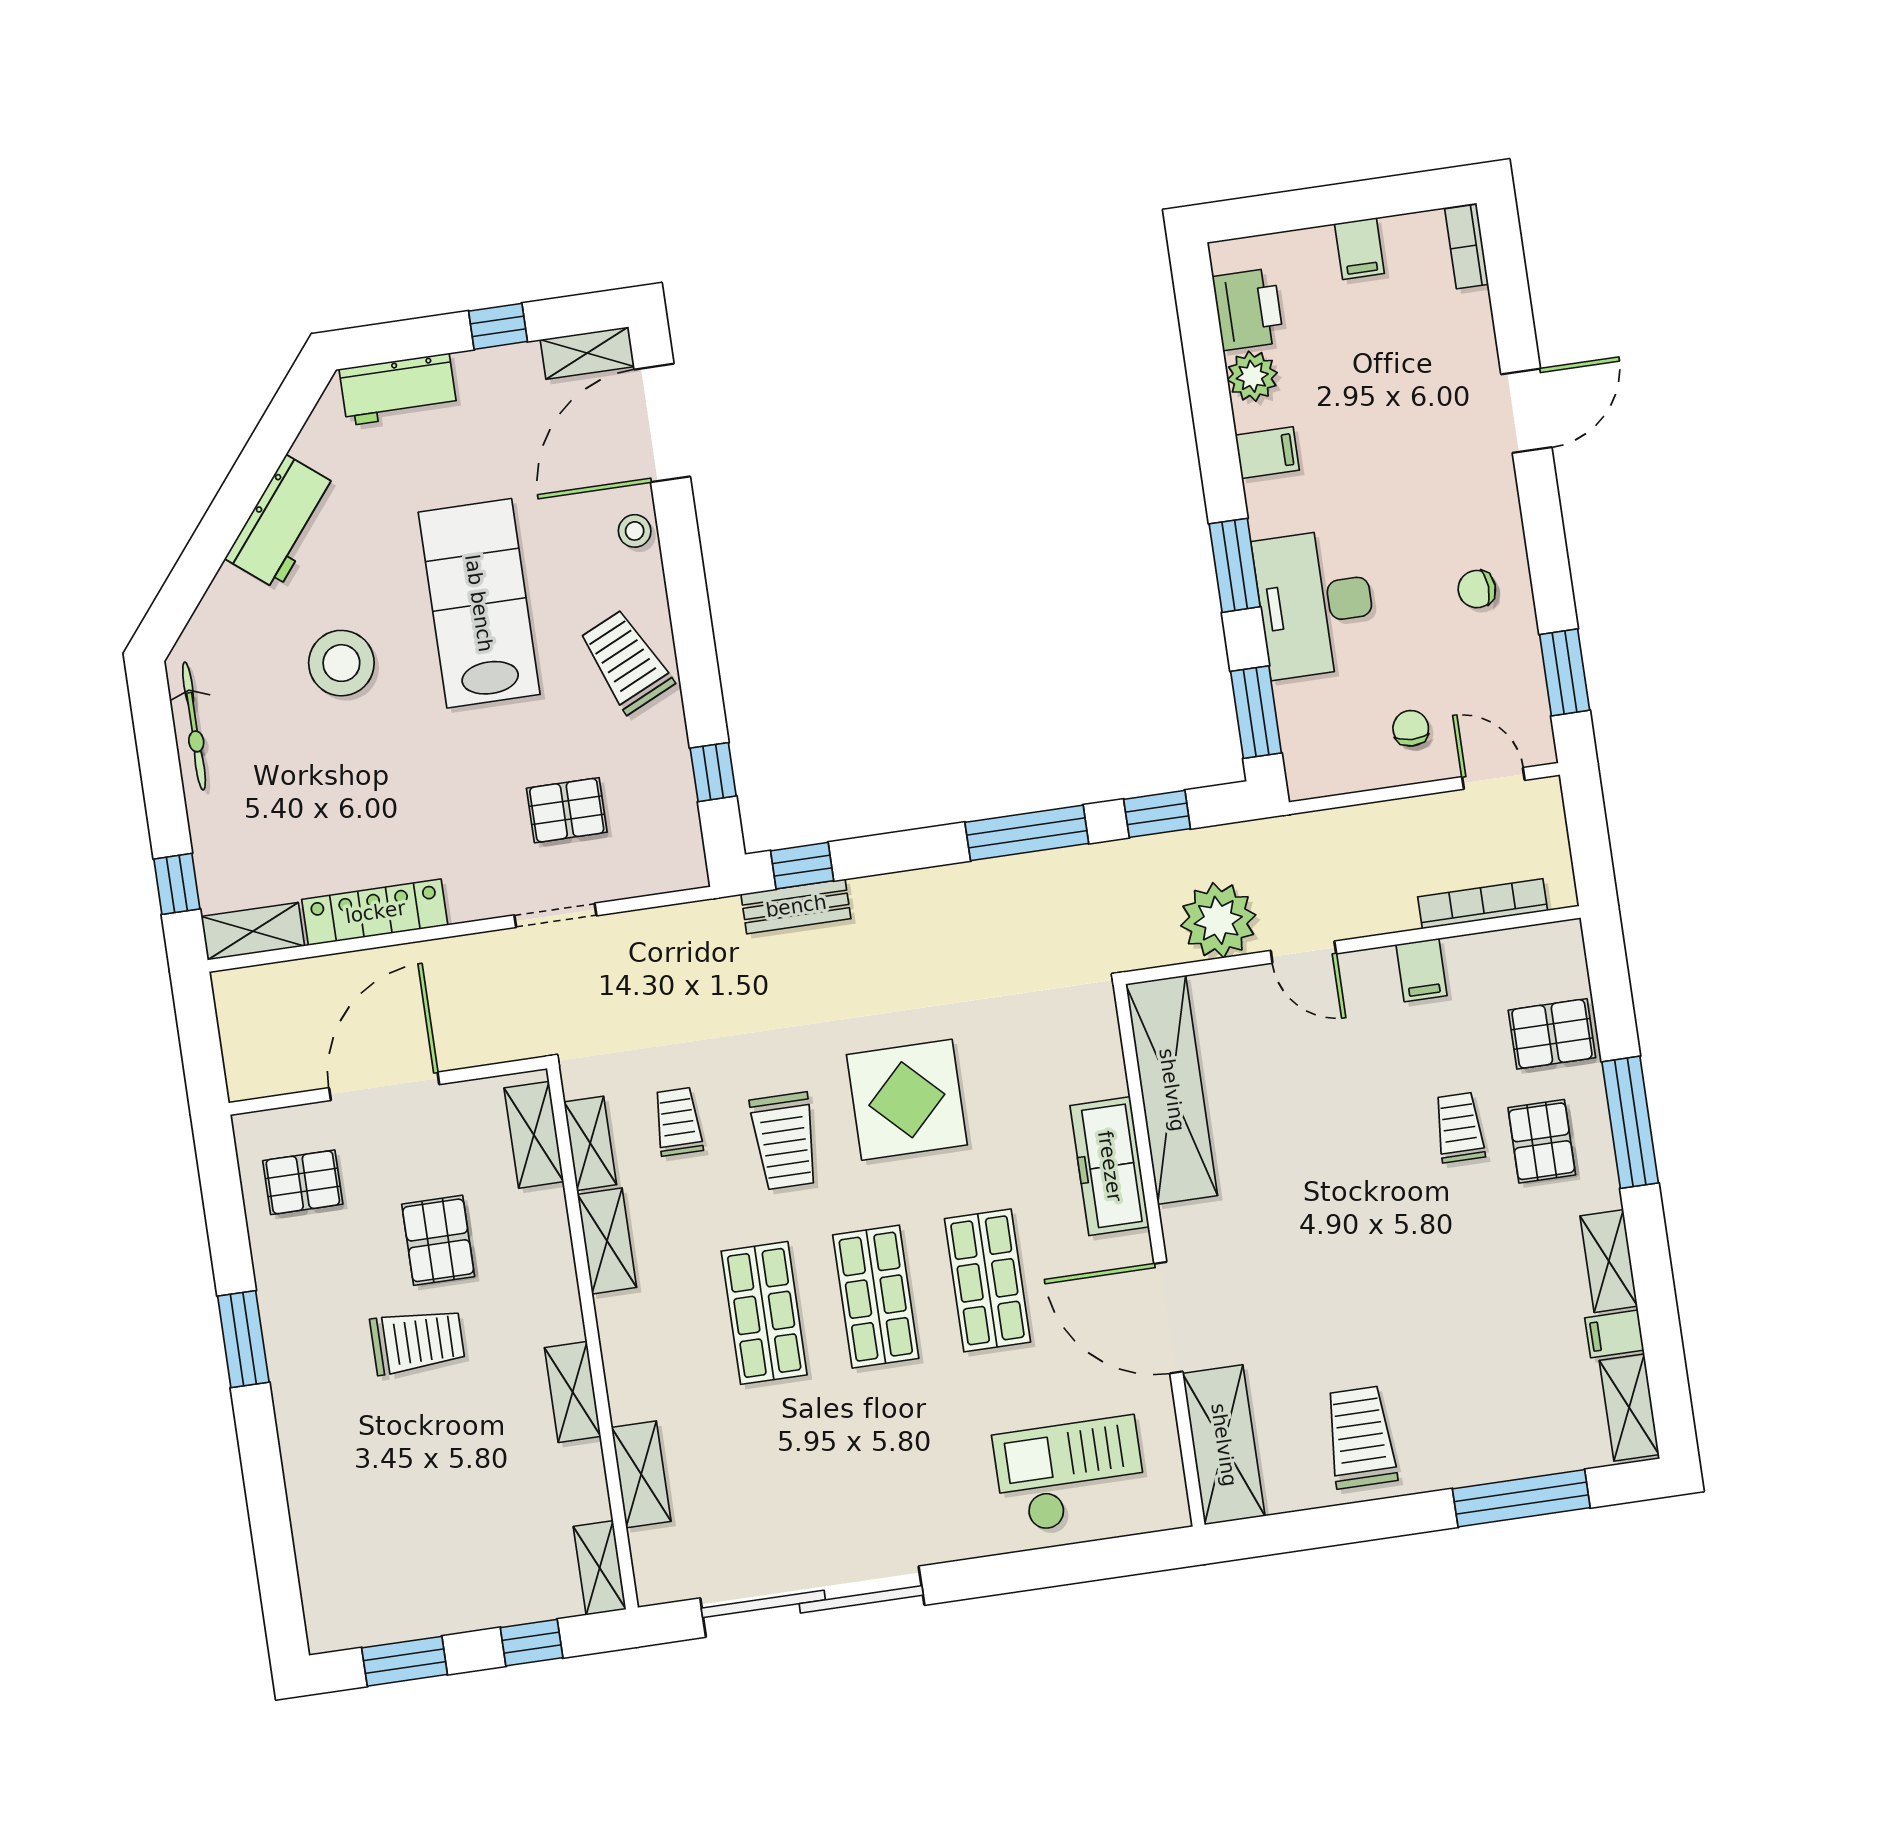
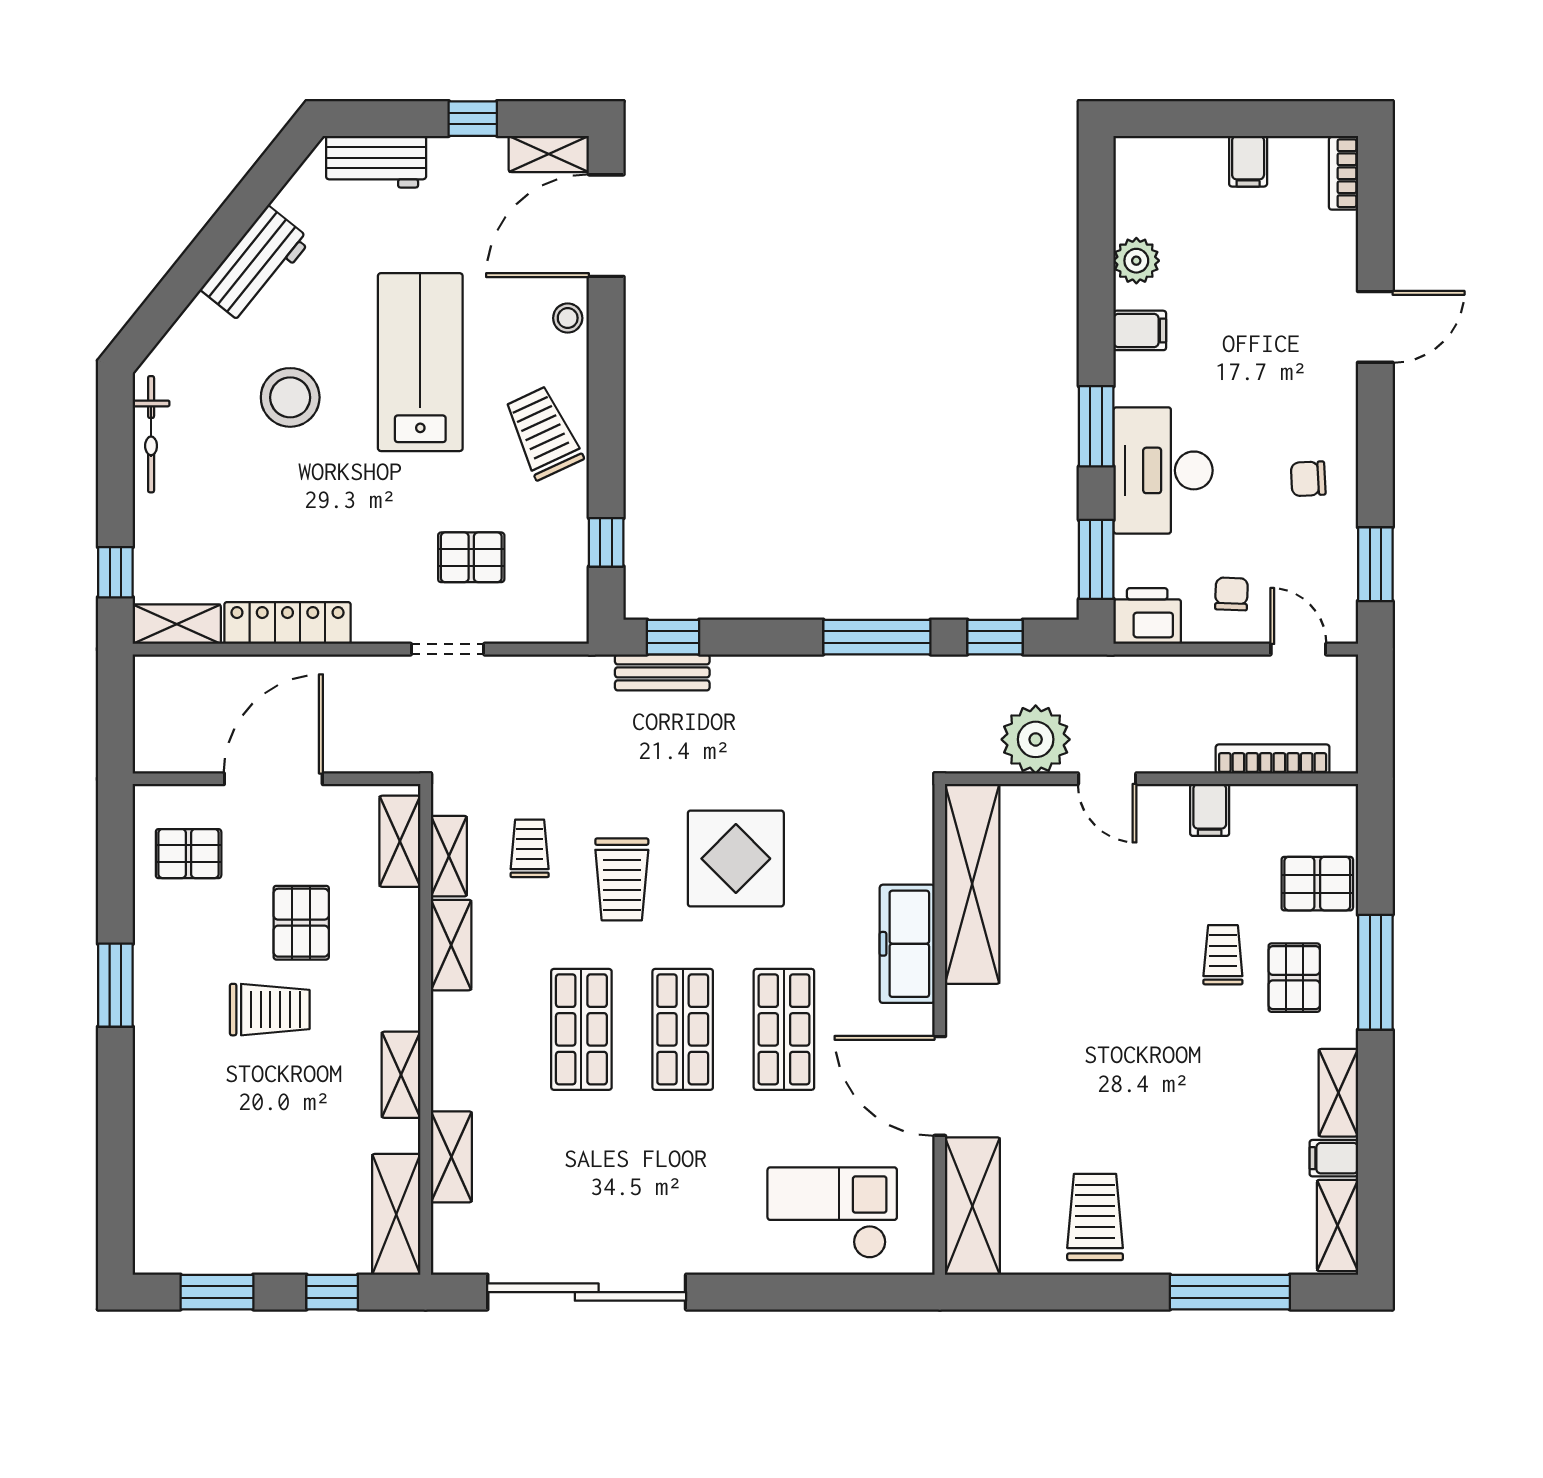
printer: (1248, 309) -> (1147, 616), moved, turned -90
shelving: (600, 1568) -> (396, 1214), width x1.50, depth x1.33

